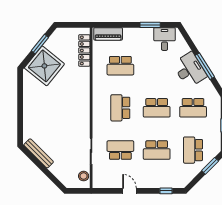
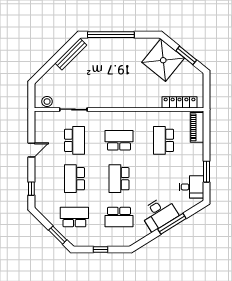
window: (205, 66) -> (172, 224), moved
school desk: (193, 108) -> (119, 217), turned -90
window: (20, 115) -> (111, 35), added

